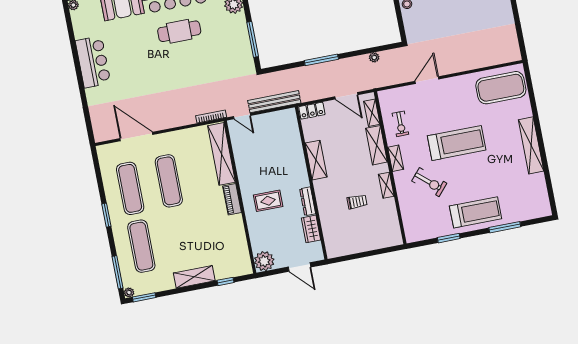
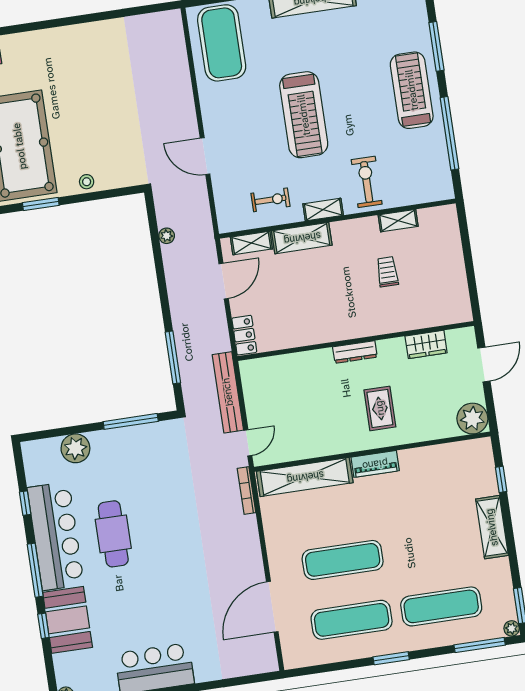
window: (321, 60) -> (173, 357), moved
treadmill: (457, 143) -> (304, 115), turned 180
shelving: (316, 160) -> (321, 332), removed
exercise bike: (429, 182) -> (367, 182), moved, turned -41
shelving: (386, 185) -> (398, 221), moved
dresser: (308, 201) -> (355, 352), moved
window: (449, 238) -> (449, 133), width x2.11

